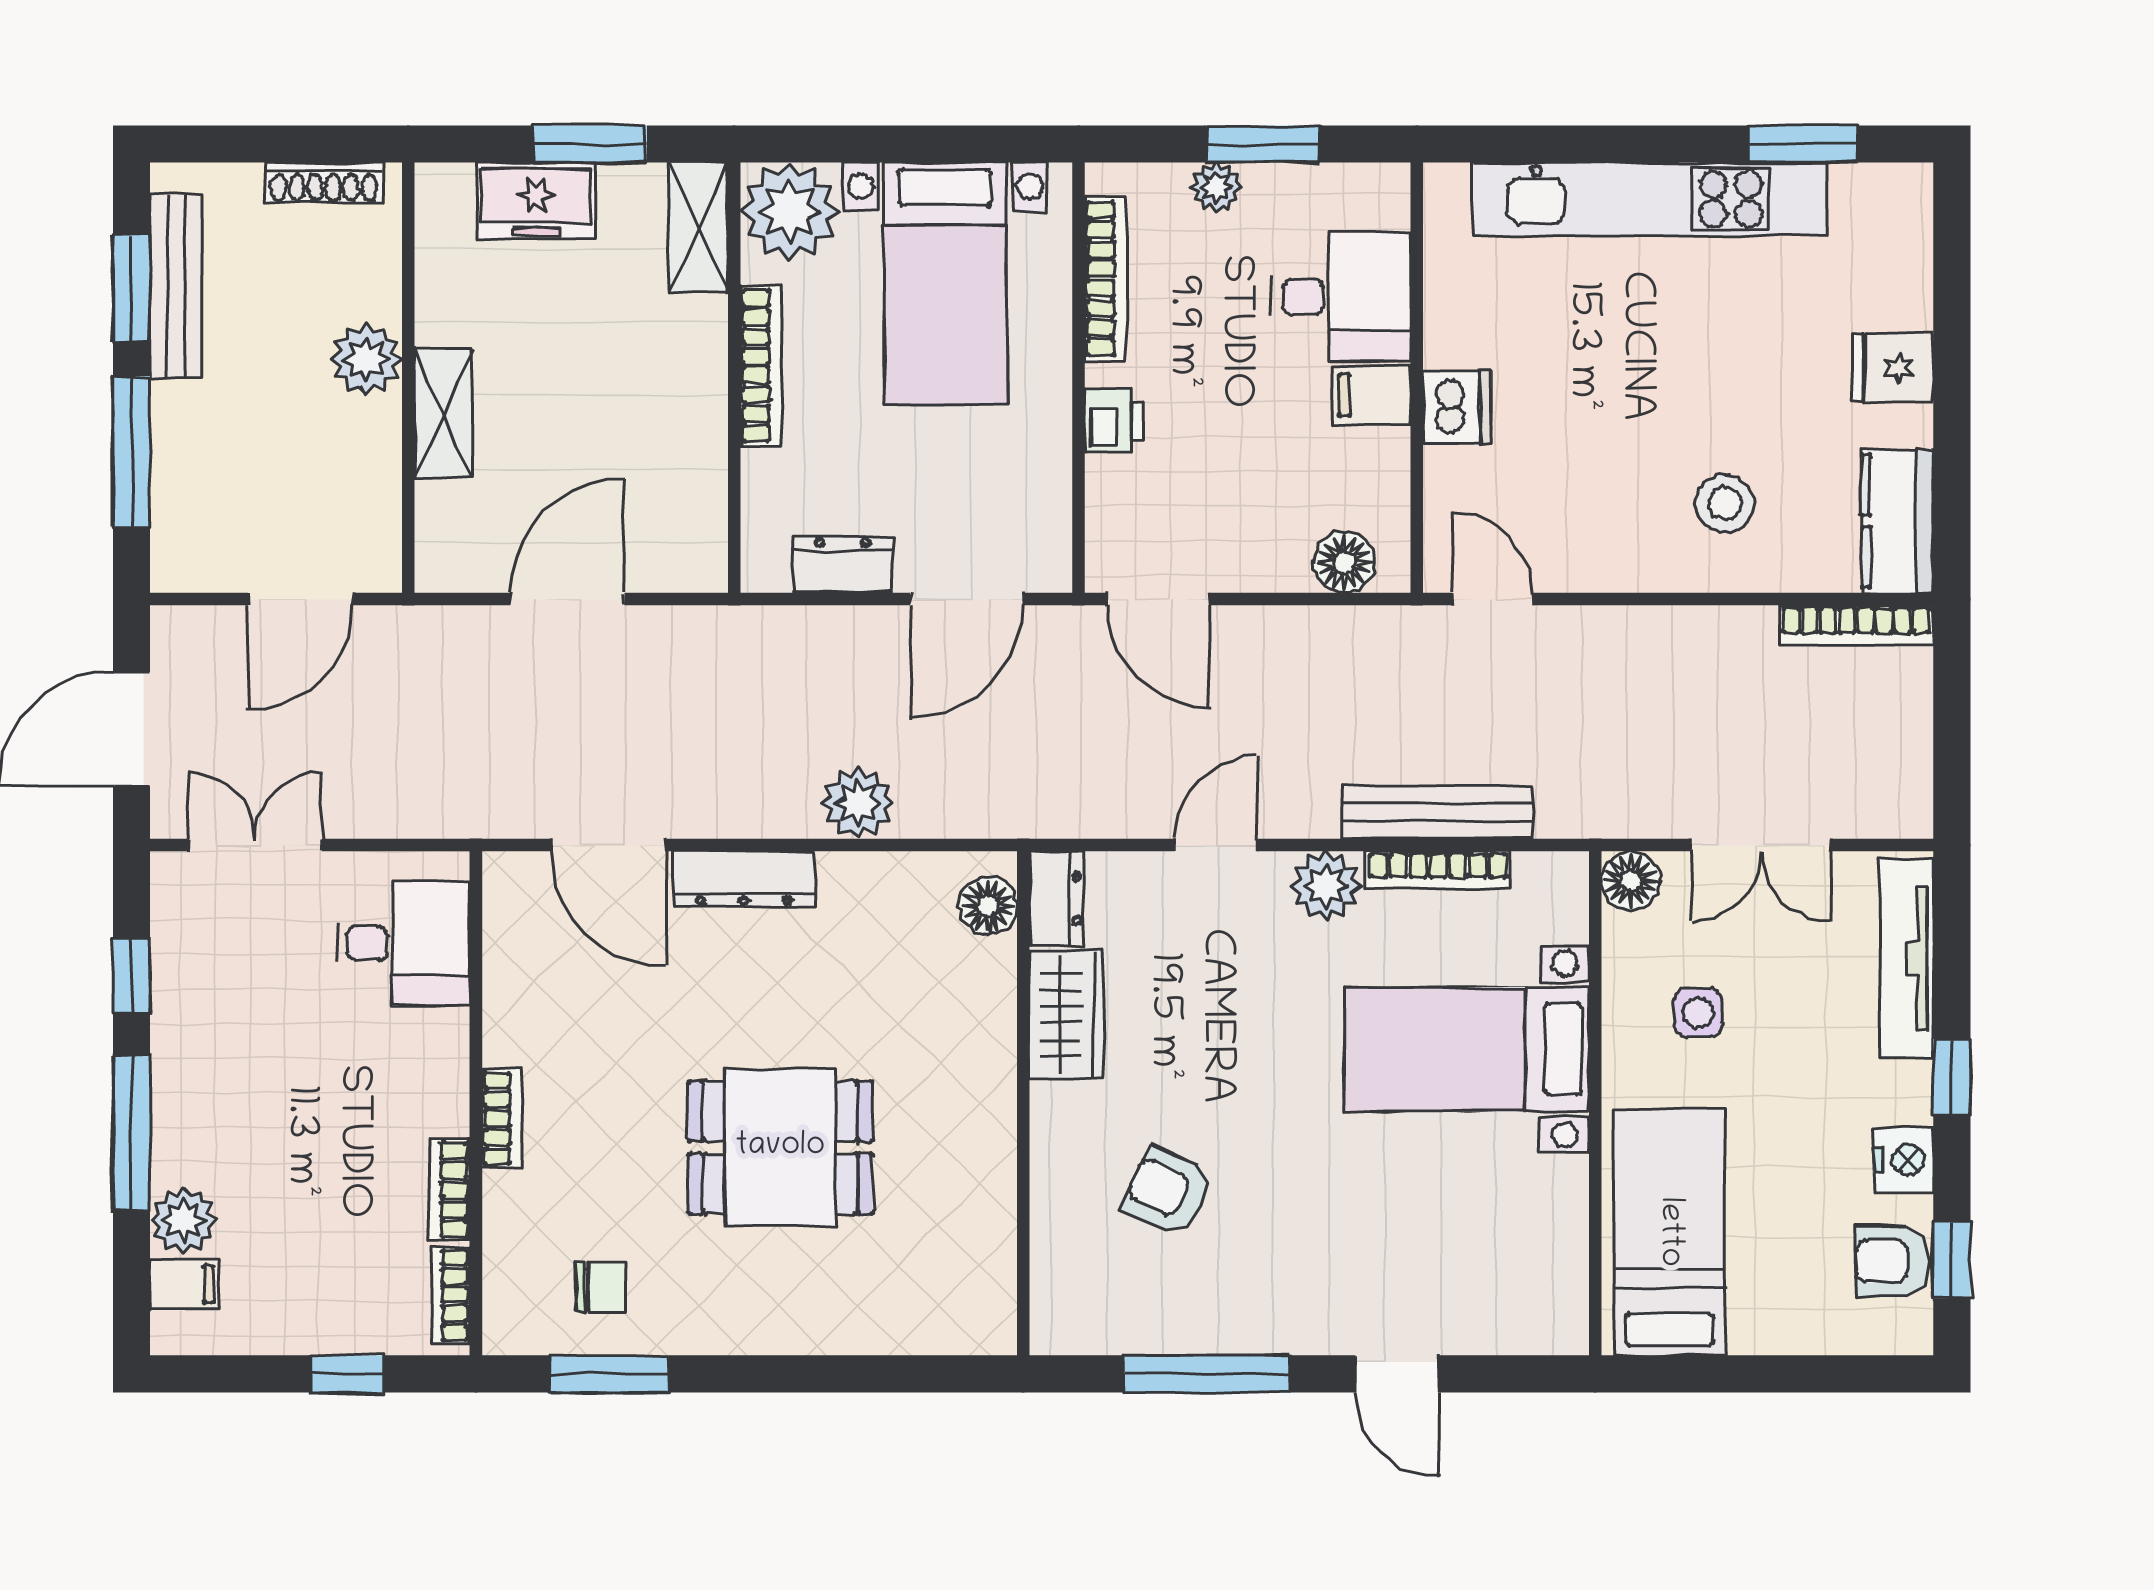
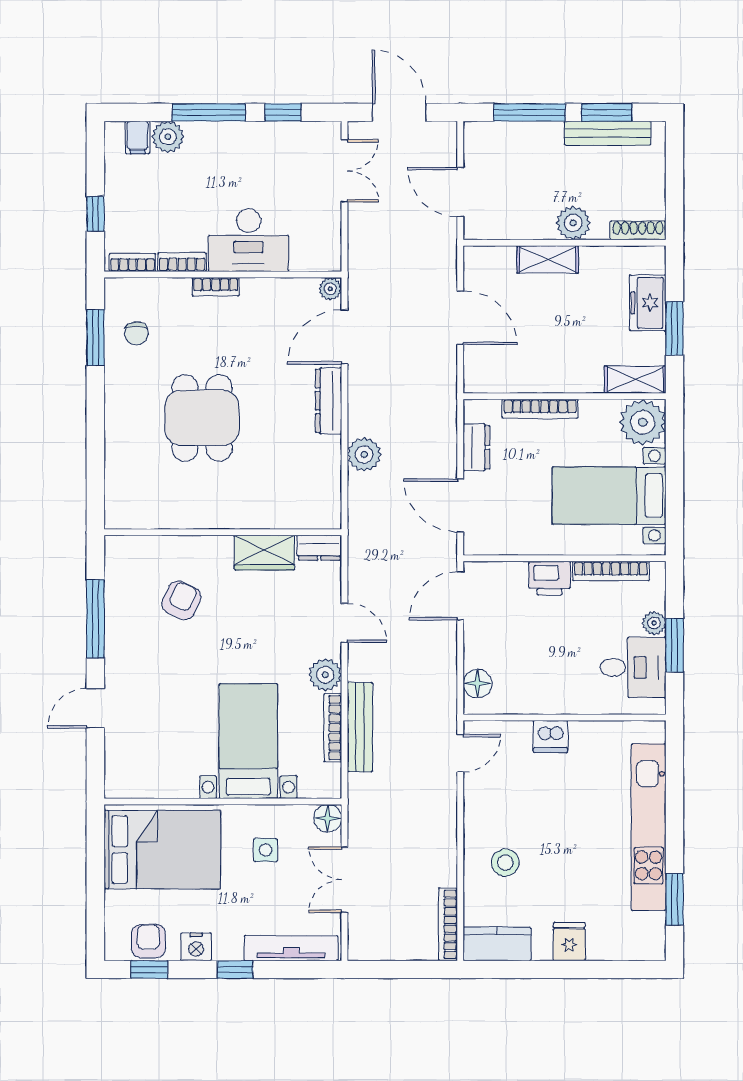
shoe rack: (324, 183) -> (638, 230), moved, turned 90
desk: (1341, 297) -> (633, 667), moved, turned -90
bookcase: (761, 366) -> (540, 409), moved
filing cabinet: (1372, 395) -> (556, 696), removed
printer: (1114, 421) -> (550, 578), width x1.36, depth x1.24
plant: (506, 875) -> (330, 289), added
floor lamp: (988, 906) -> (316, 516), removed
desk: (403, 943) -> (249, 240), moved, width x1.37
bed: (1669, 1232) -> (162, 850), width x1.50

